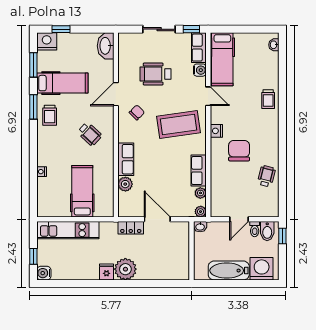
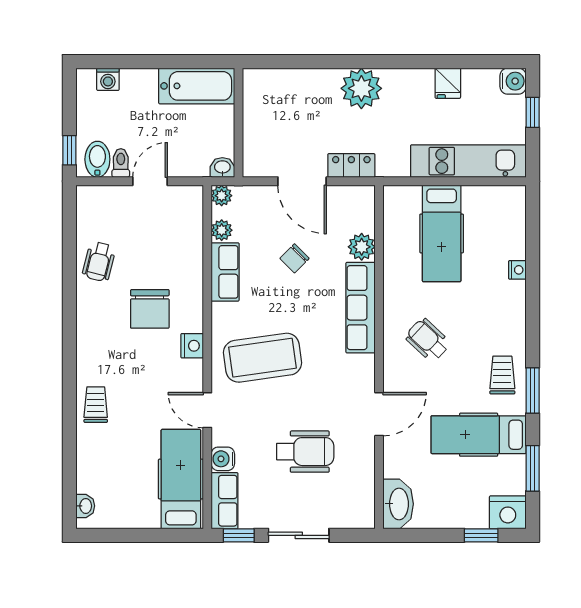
chair: (137, 112) -> (295, 258), moved
row of seats: (126, 159) -> (361, 308), width x1.48
washing machine: (262, 269) -> (108, 79), width x0.53, depth x0.53
bathtub: (229, 271) -> (197, 86), moved
fridge: (107, 272) -> (448, 83), moved

